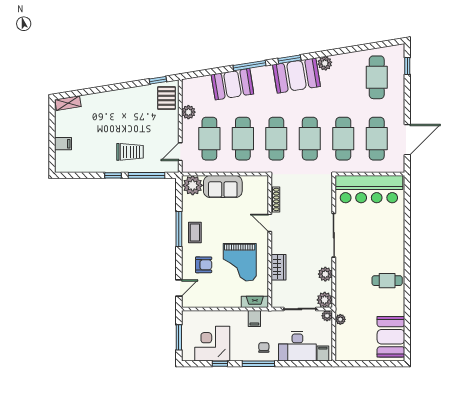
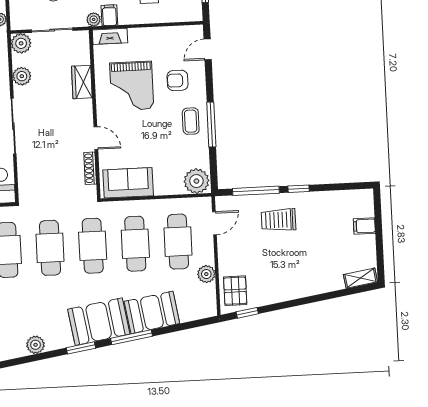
booth: (296, 76) -> (99, 322), moved
sofa: (223, 187) -> (128, 183), moved
grand piano: (240, 262) -> (132, 86), turned 180
plant: (327, 316) -> (94, 19), moved

